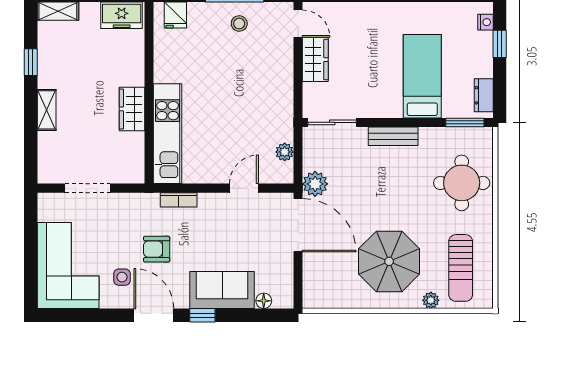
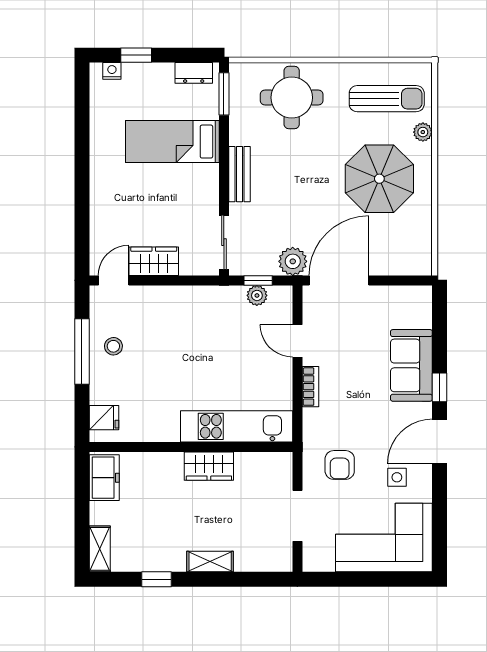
window: (298, 153) -> (258, 280), added
bookcase: (179, 200) -> (310, 387), moved
armchair: (157, 249) -> (340, 465), moved
floor lamp: (264, 301) -> (423, 319), removed

